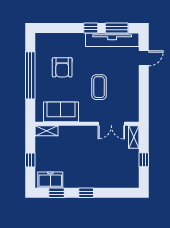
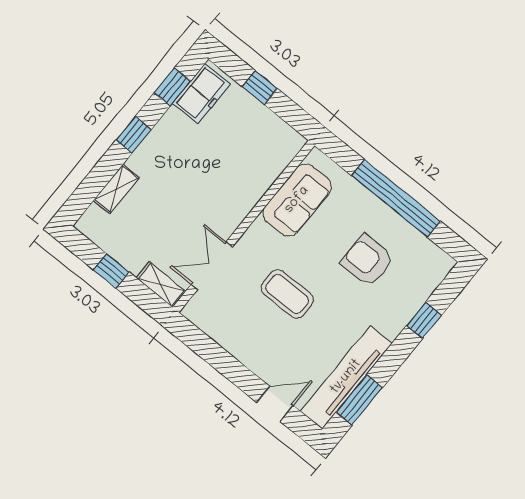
window: (91, 28) -> (424, 320), moved
door: (144, 58) -> (275, 404), swing flipped
shelving: (47, 131) -> (116, 189), moved

